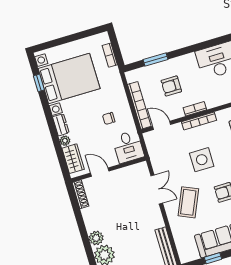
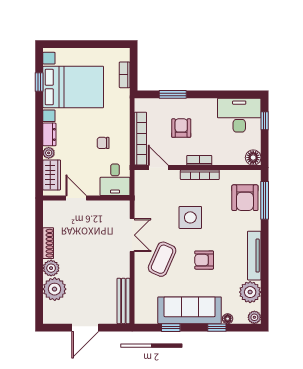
armchair: (171, 86) -> (181, 128), turned 90
shoe rack: (81, 194) -> (48, 243), moved

